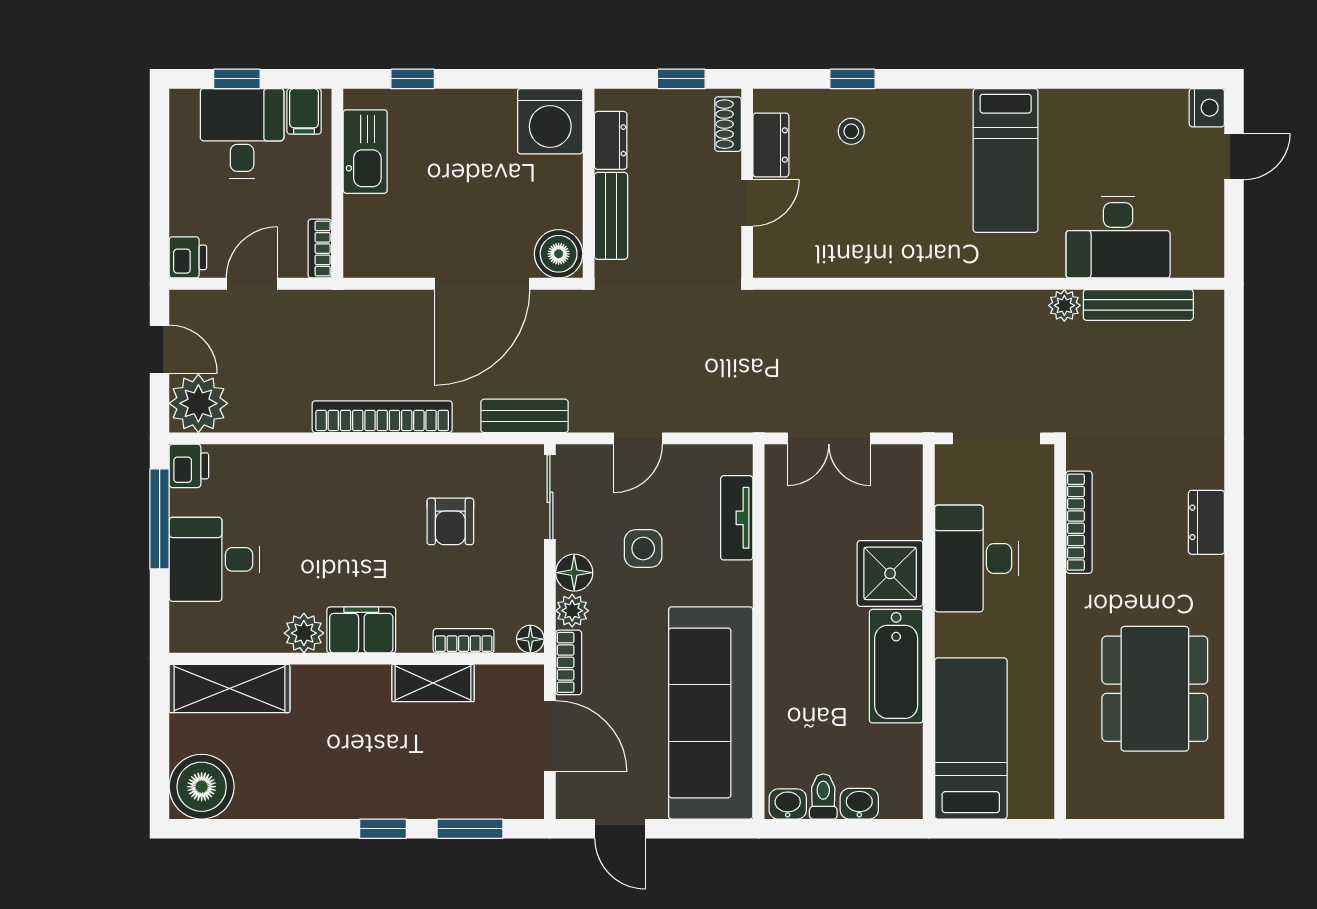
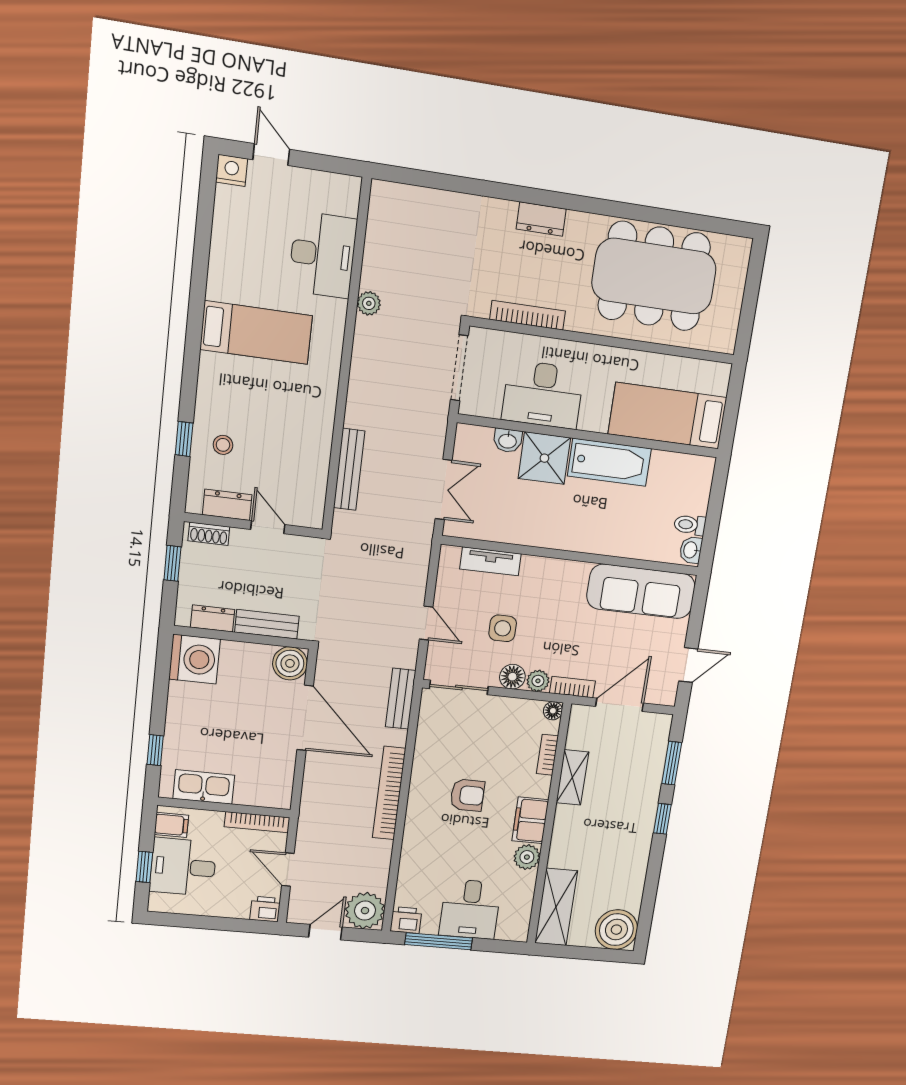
bookcase: (320, 249) -> (257, 822), width x1.56
bench: (1138, 305) -> (349, 469), moved
armchair: (450, 521) -> (467, 795), moved
dining table: (1155, 689) -> (654, 276), width x1.36, depth x1.24
sofa: (711, 713) -> (641, 591), width x0.74, depth x0.79
washbasin: (859, 804) -> (508, 440), moved, turned -90

